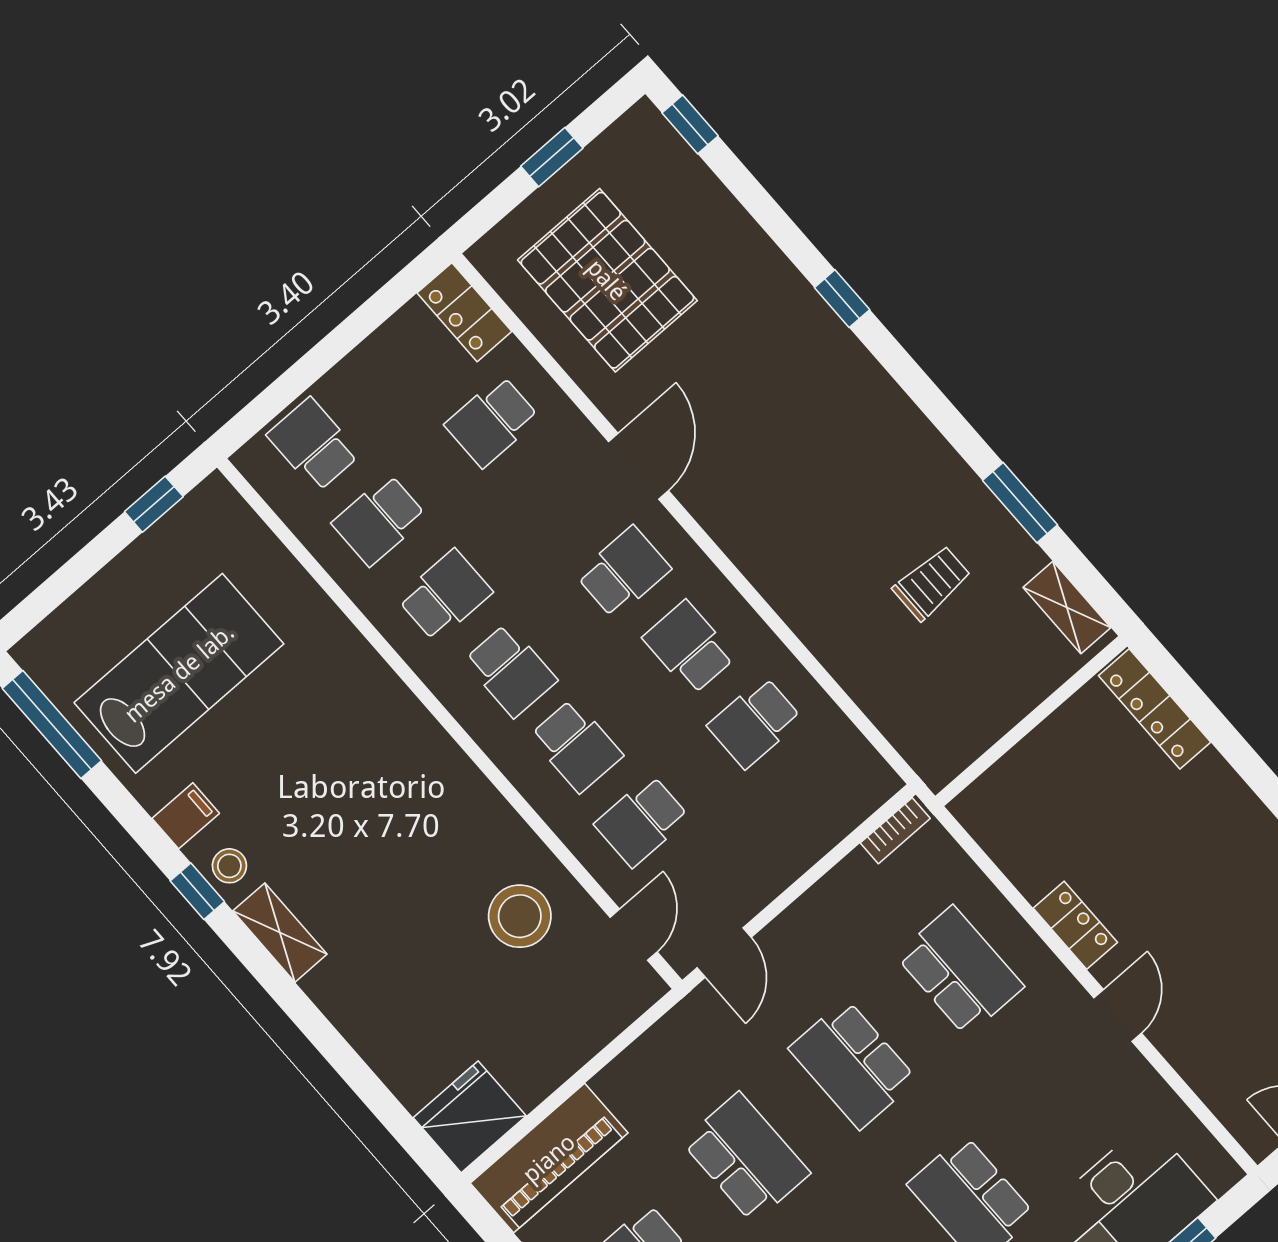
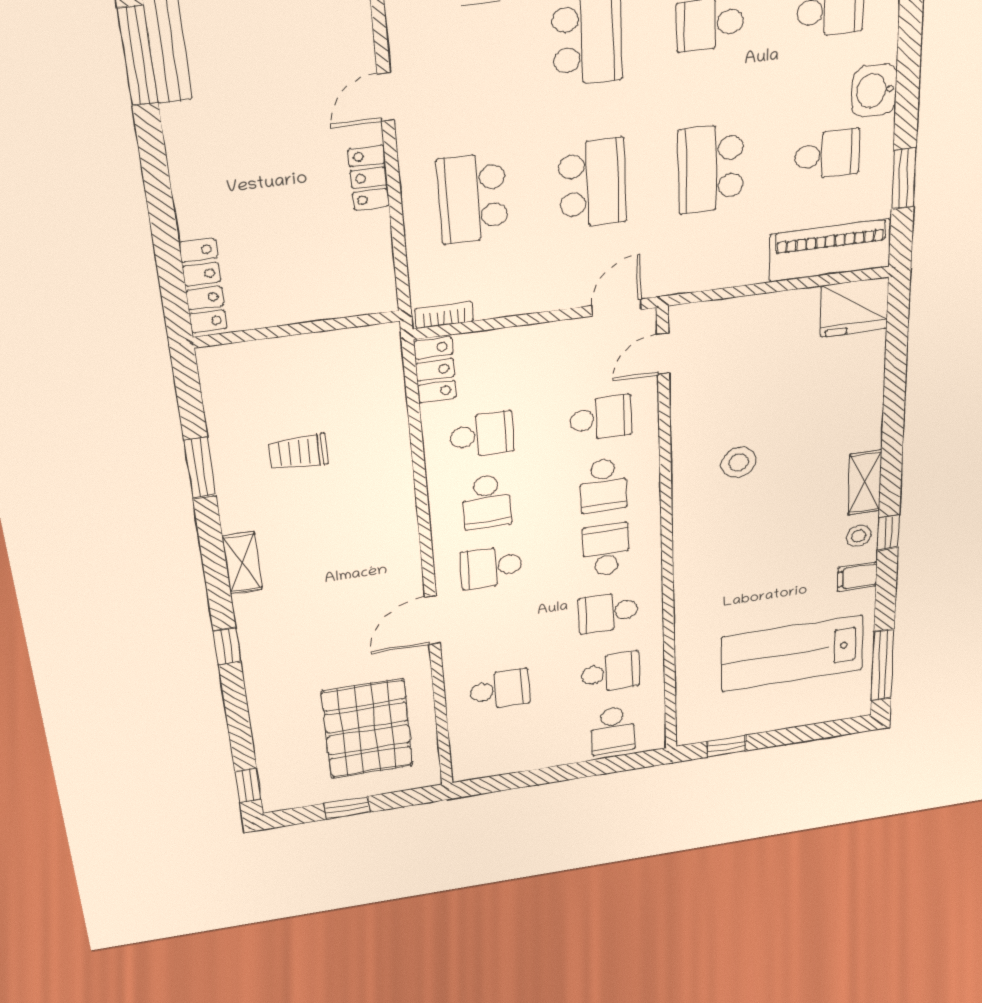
locker: (464, 312) -> (435, 370), moved
shelving: (1067, 607) -> (242, 563), moved
school desk: (576, 746) -> (603, 485), turned 180
stool: (520, 916) -> (739, 462), moved, width x0.73, depth x0.73

